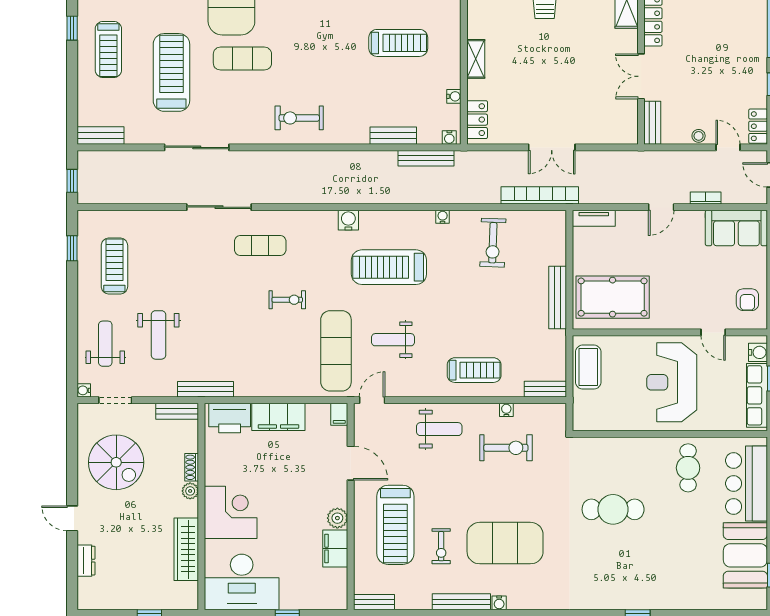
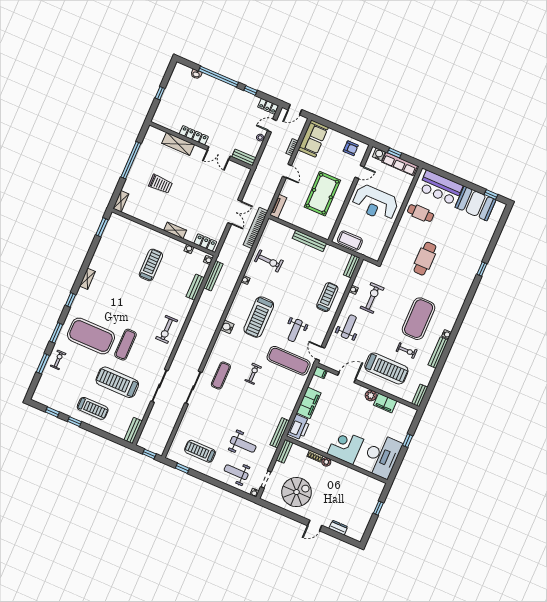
pool table: (613, 297) -> (322, 194), moved
wardrobe: (186, 549) -> (354, 476), removed

